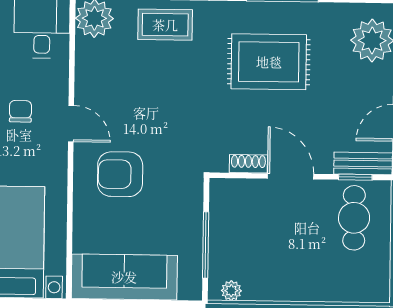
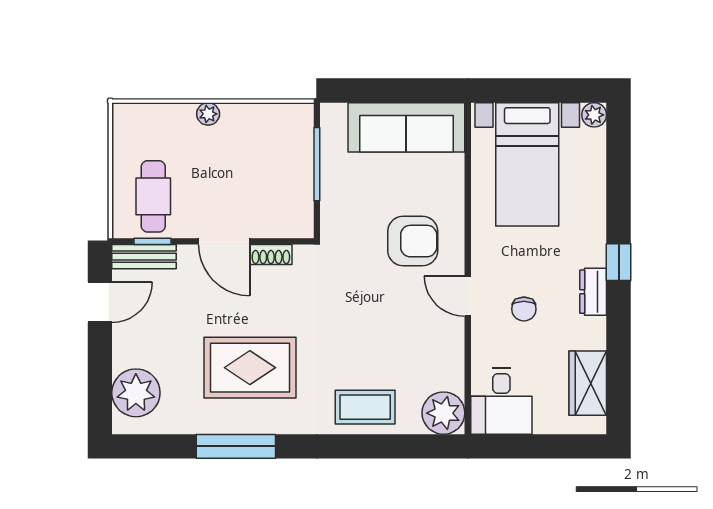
plant: (231, 291) -> (208, 114), moved

